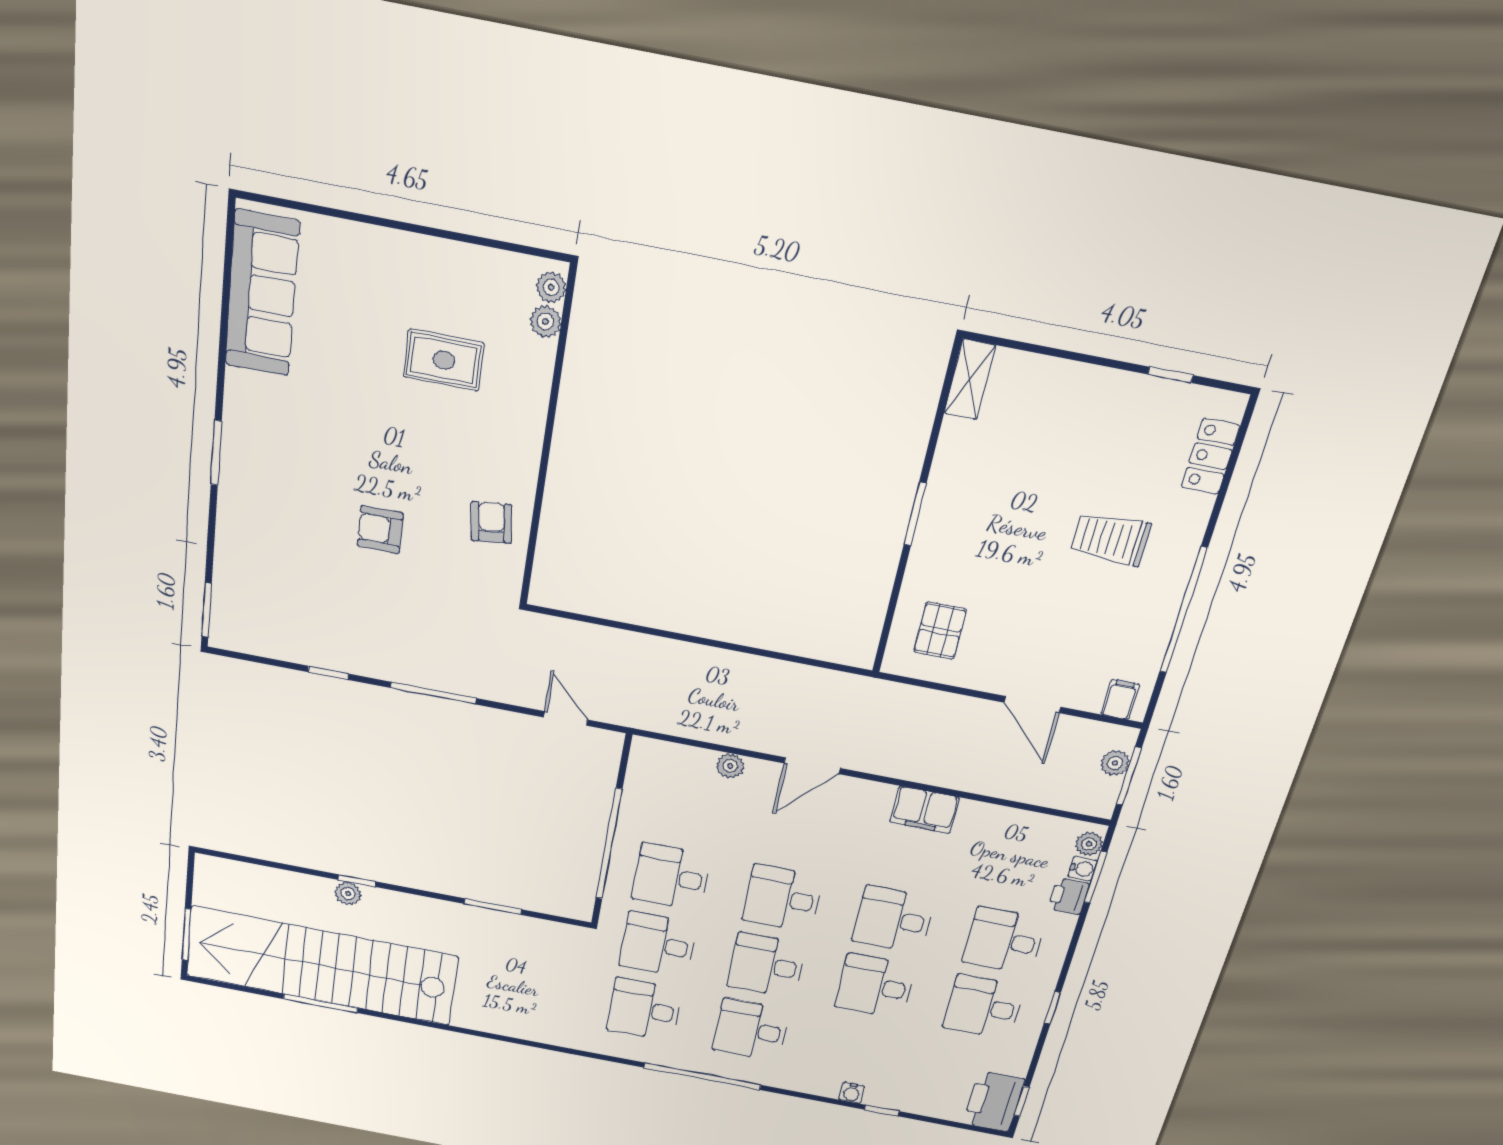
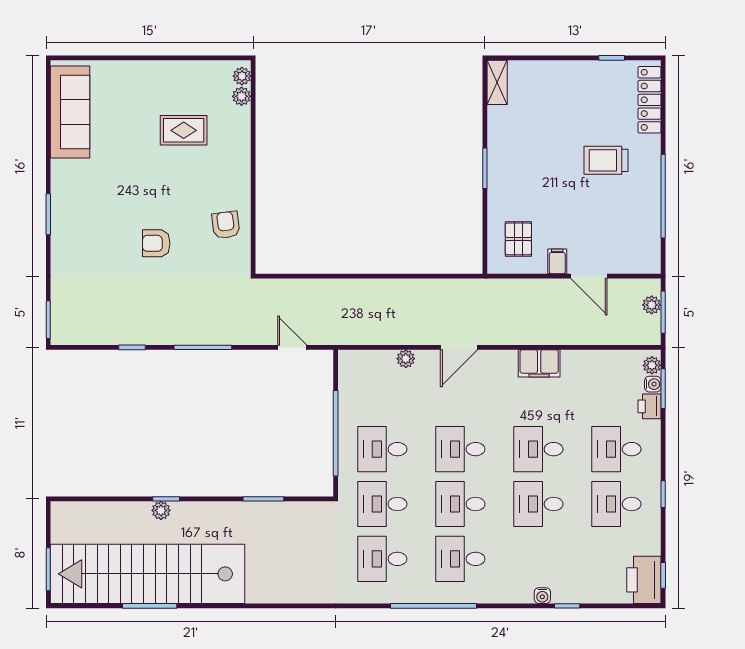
locker: (1211, 456) -> (649, 100), width x1.53
filing cabinet: (1120, 699) -> (557, 261), moved

